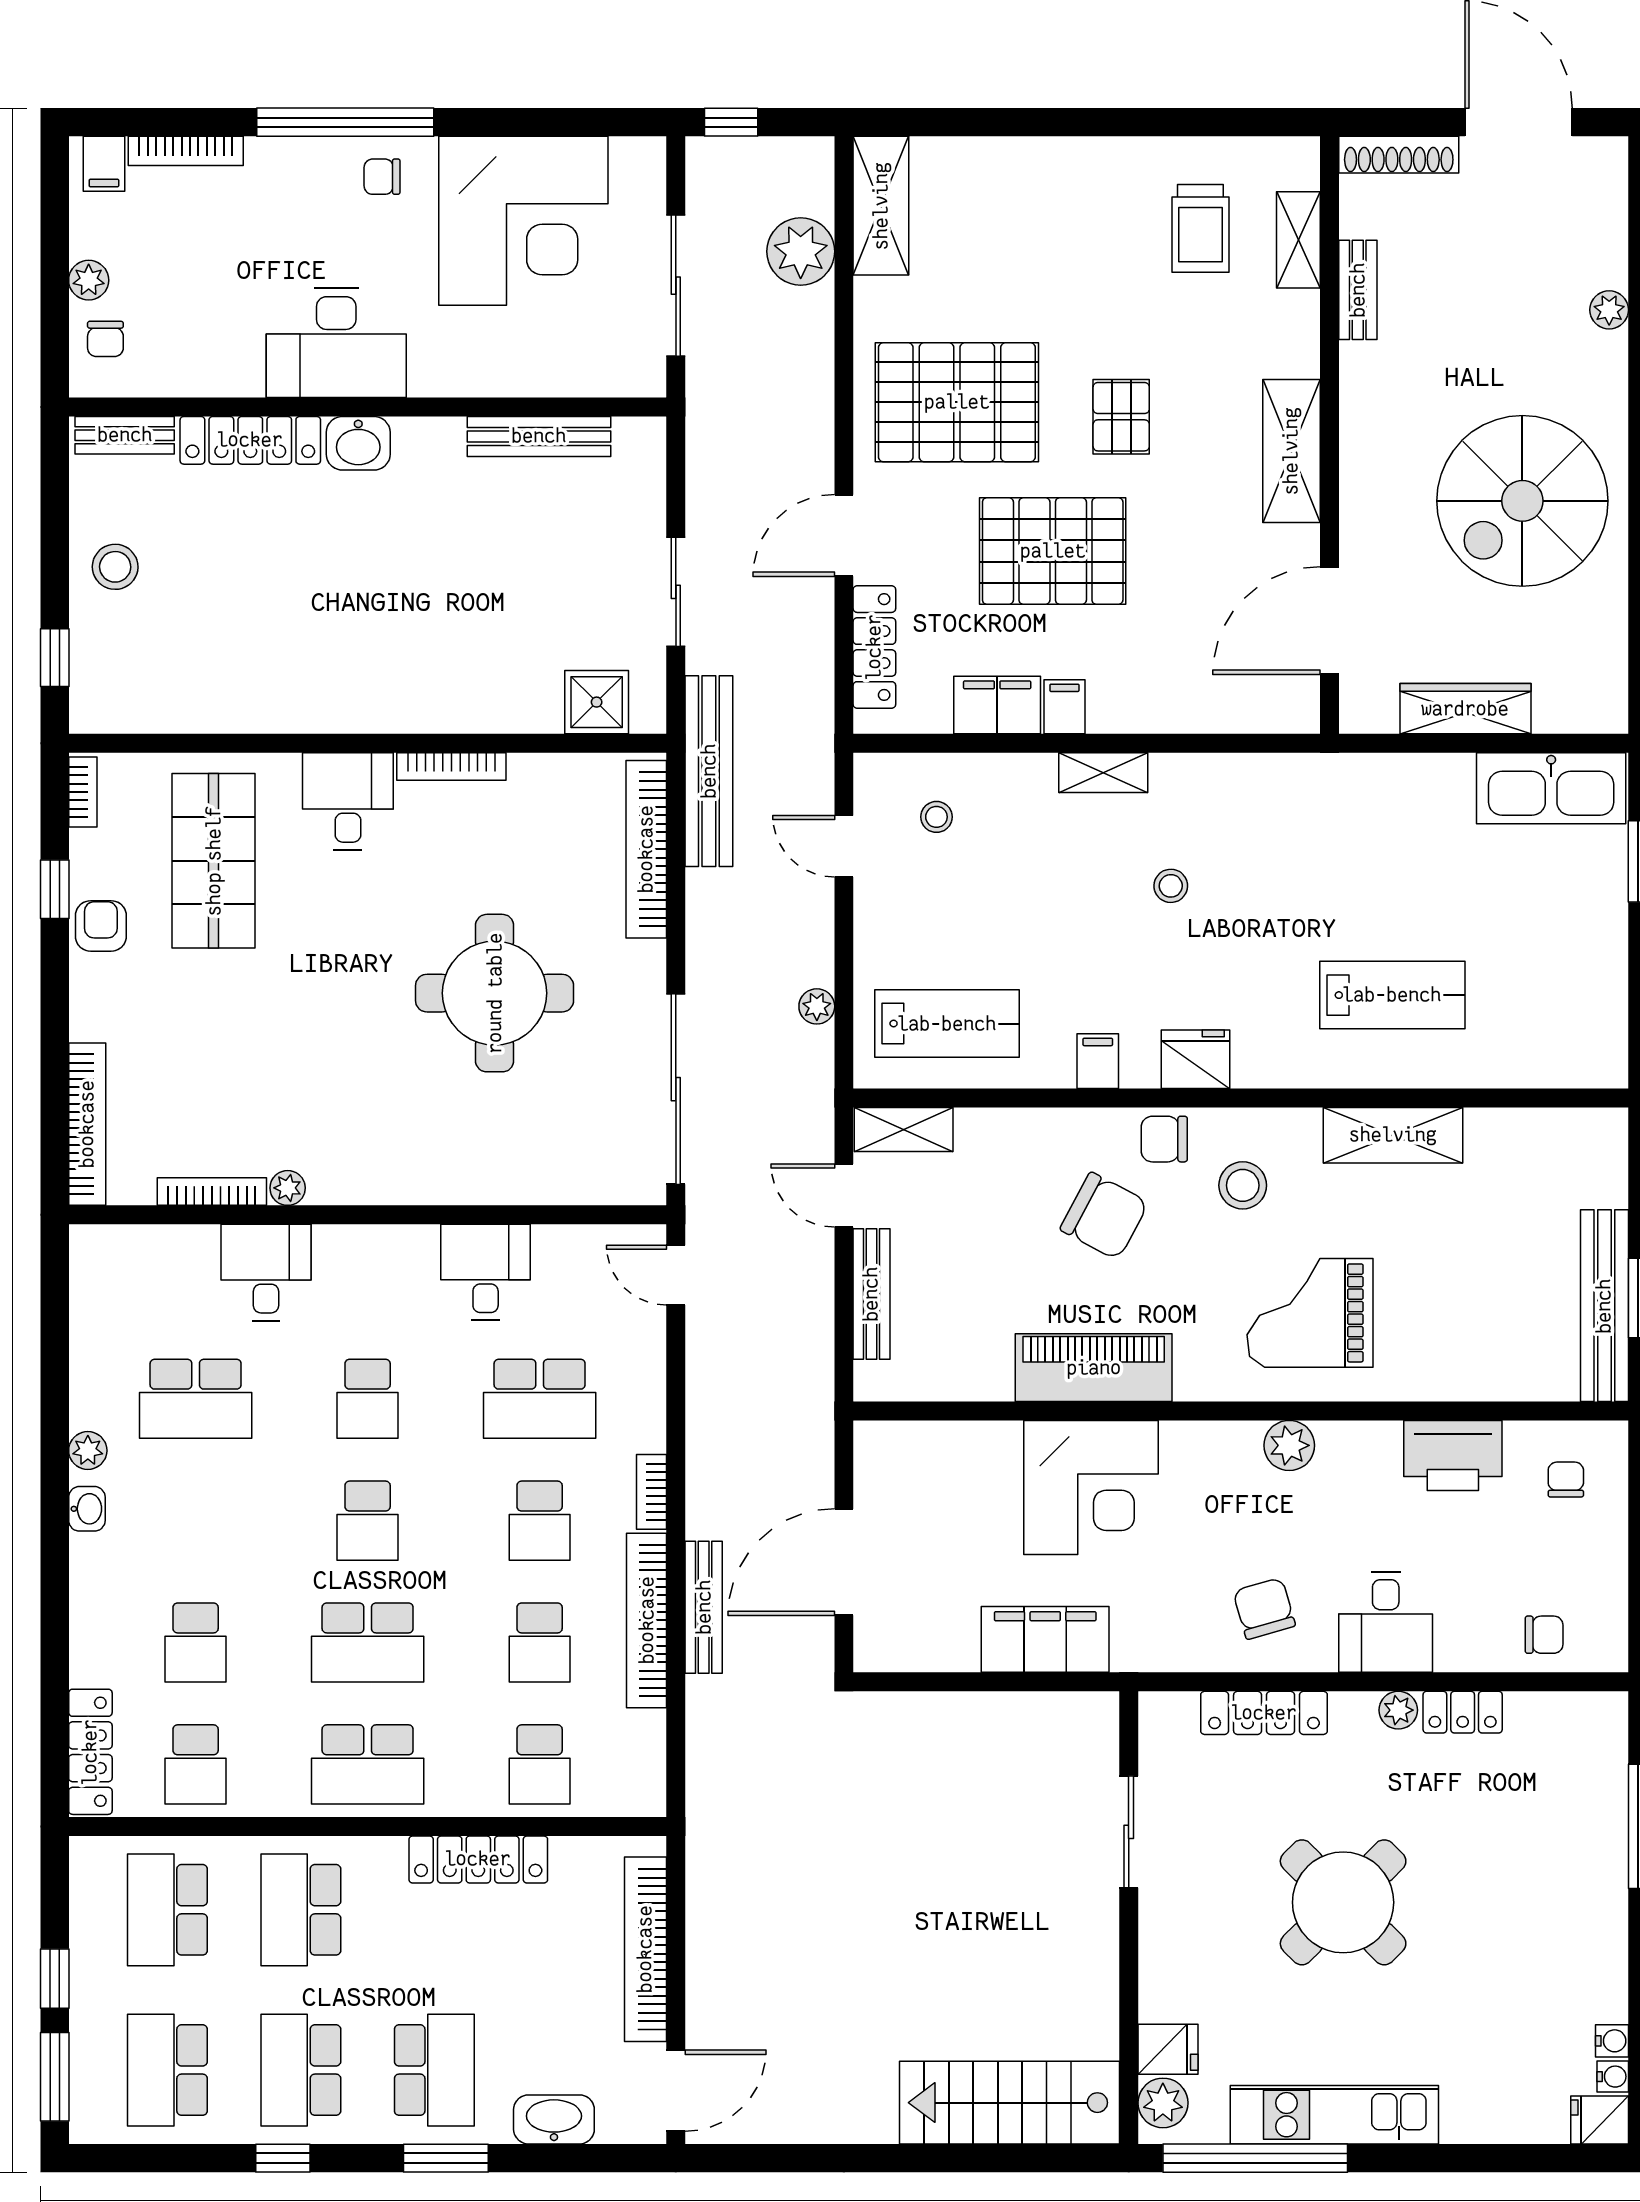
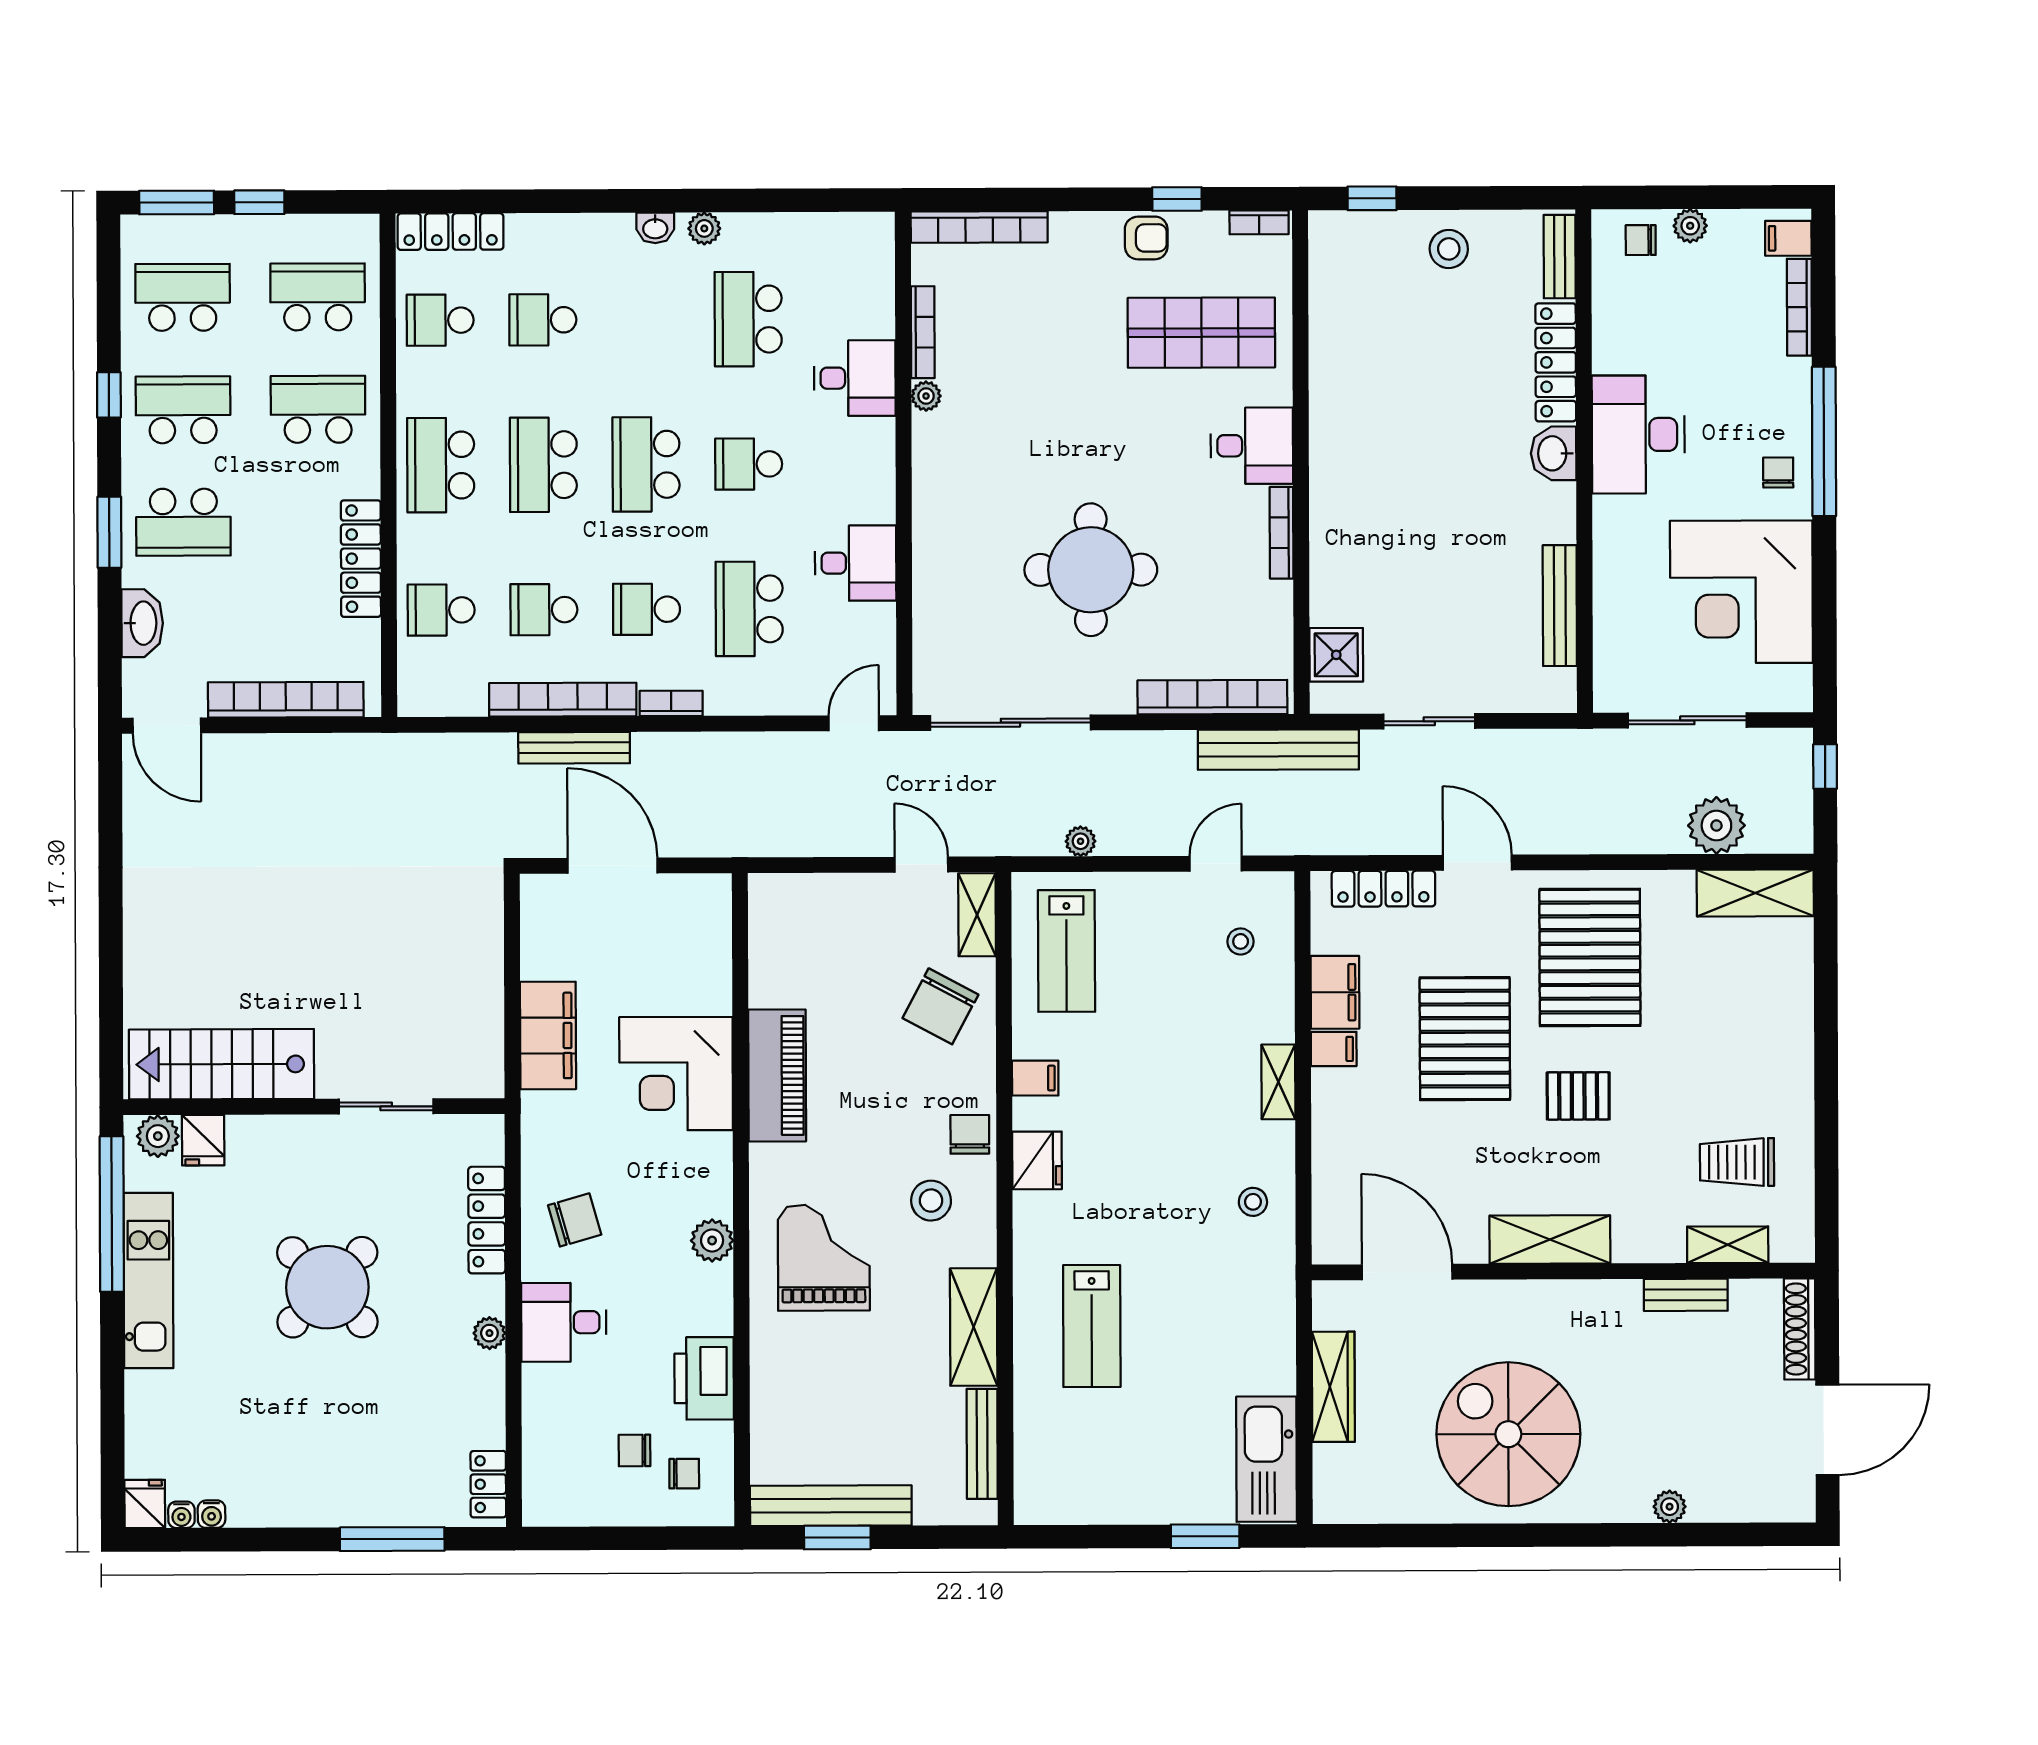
stool: (1171, 886) -> (1253, 1202), moved
door: (844, 1196) -> (921, 865), hinge flipped
chair: (1104, 1216) -> (940, 1006), moved
bench: (871, 1294) -> (982, 1444), moved, turned 90
school desk: (368, 1521) -> (646, 464), width x1.85
chair: (1544, 1635) -> (634, 1450), moved, turned 90
locker: (1463, 1712) -> (488, 1484), moved
stairs: (1010, 2103) -> (221, 1064), moved, turned -90

